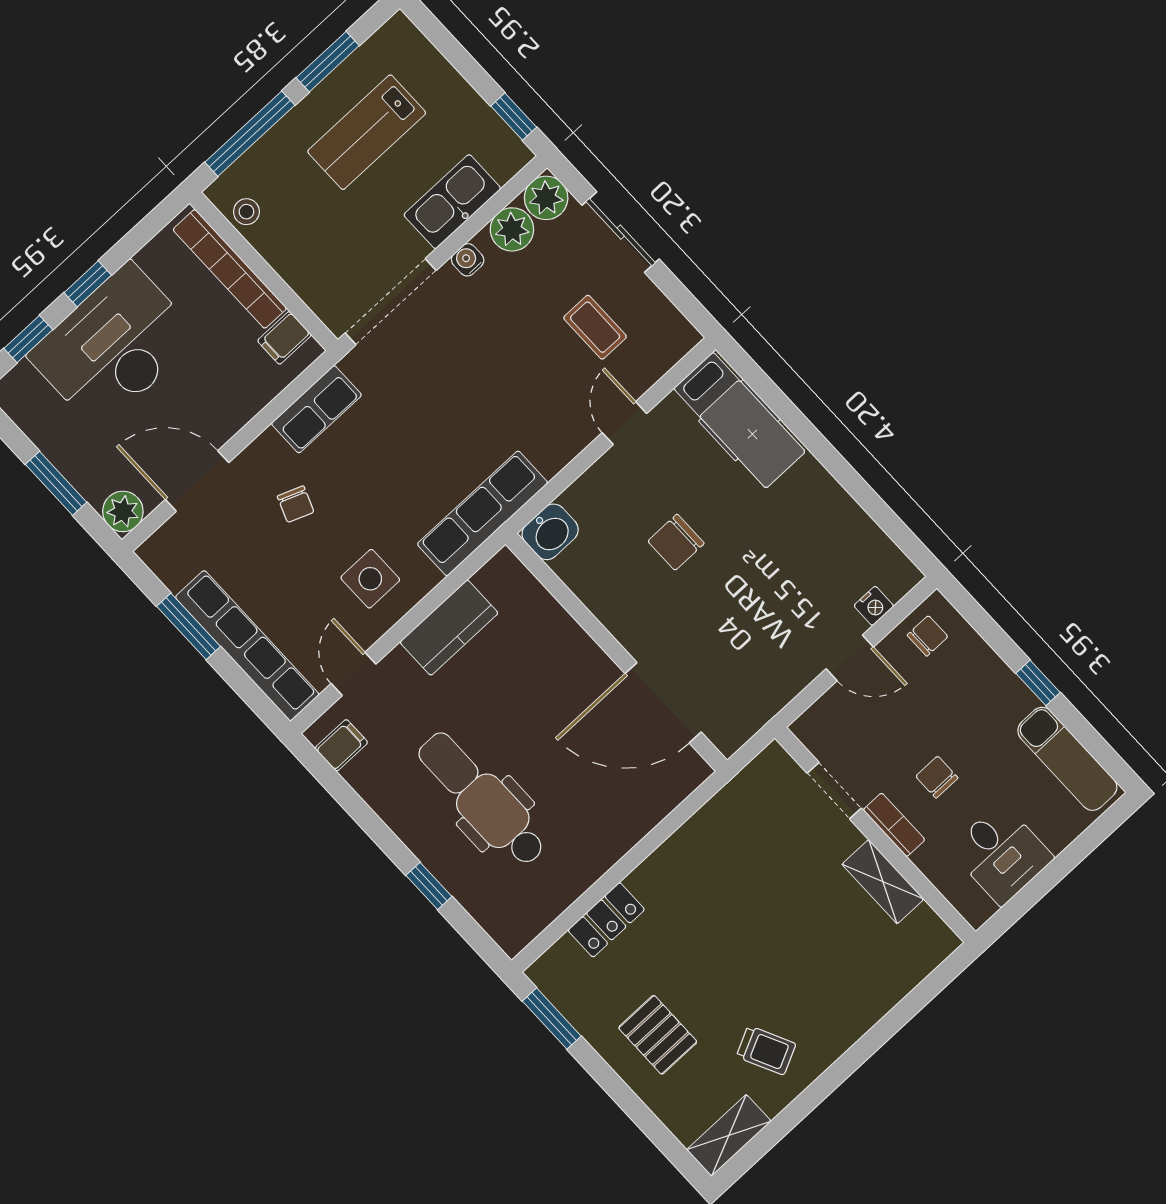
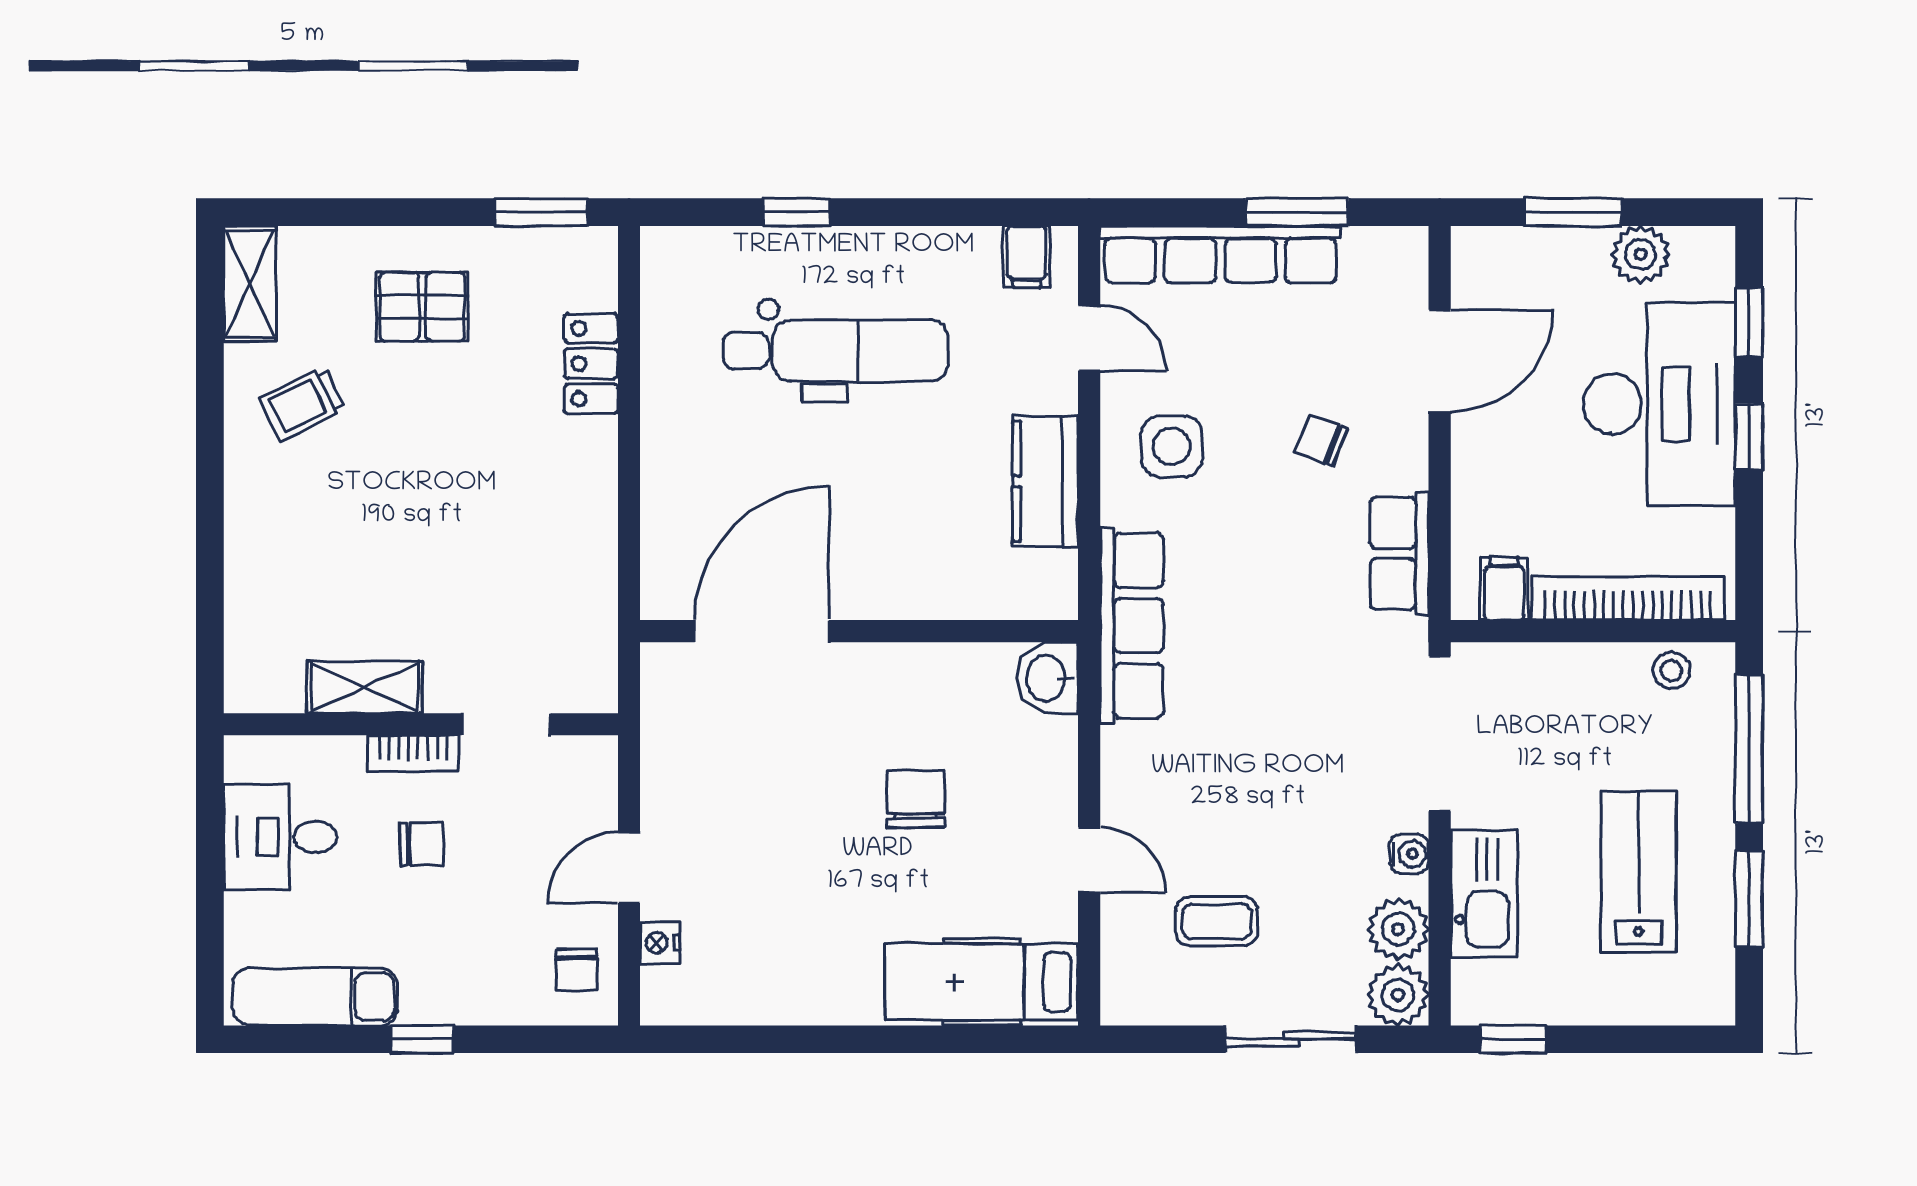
plant: (123, 511) -> (1641, 254), moved

